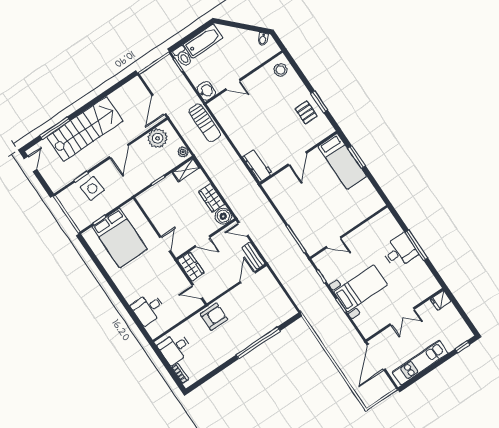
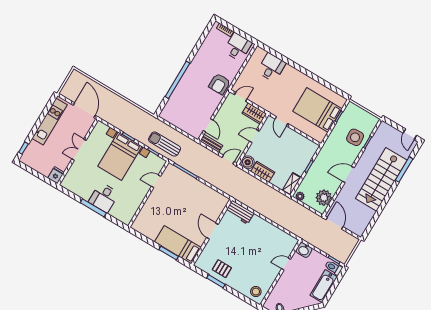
sun lounger: (205, 123) -> (165, 144), moved
door: (119, 151) -> (348, 174), hinge flipped
bed with nightstands: (361, 288) -> (120, 156), width x1.36

